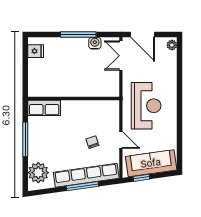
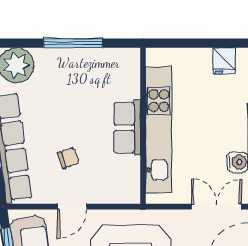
kitchen unit: (76, 89) -> (159, 130), added
row of seats: (44, 108) -> (127, 128), moved

